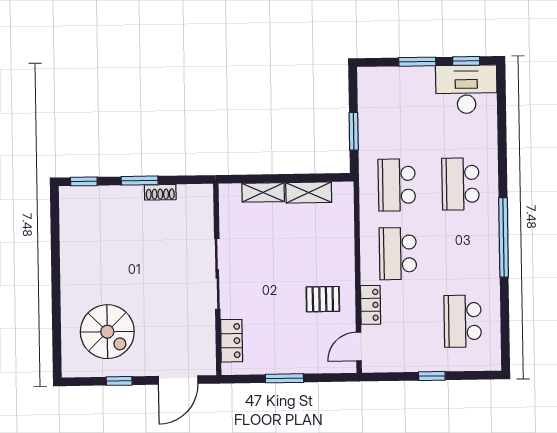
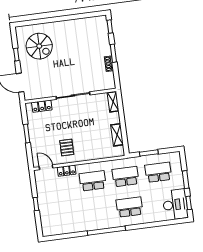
shelving: (263, 192) -> (113, 102), moved
school desk: (463, 321) -> (158, 172), moved
spiral stairs: (107, 332) -> (39, 46), turned -90

